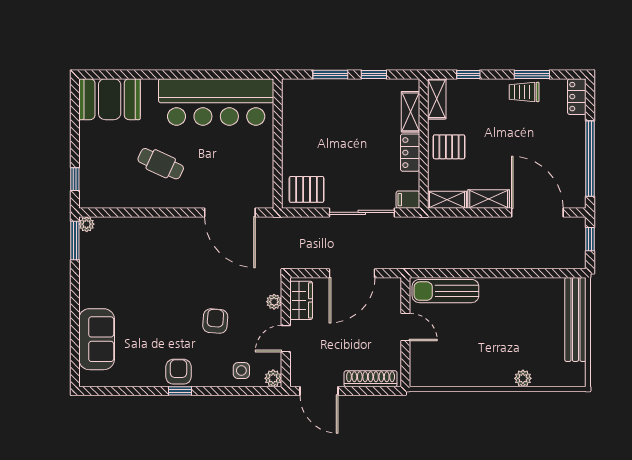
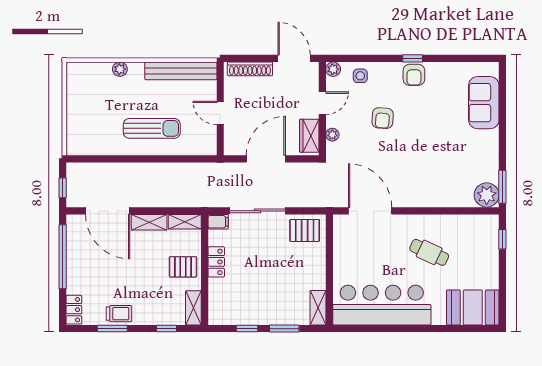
shelving: (410, 112) -> (318, 308), moved
plant: (87, 224) -> (487, 195), width x1.88, depth x1.88
sun lounger: (445, 291) -> (152, 128), moved
bench: (575, 319) -> (181, 71), moved, turned 90

